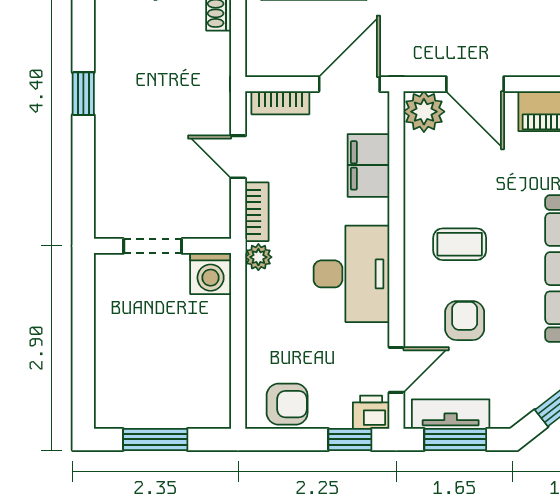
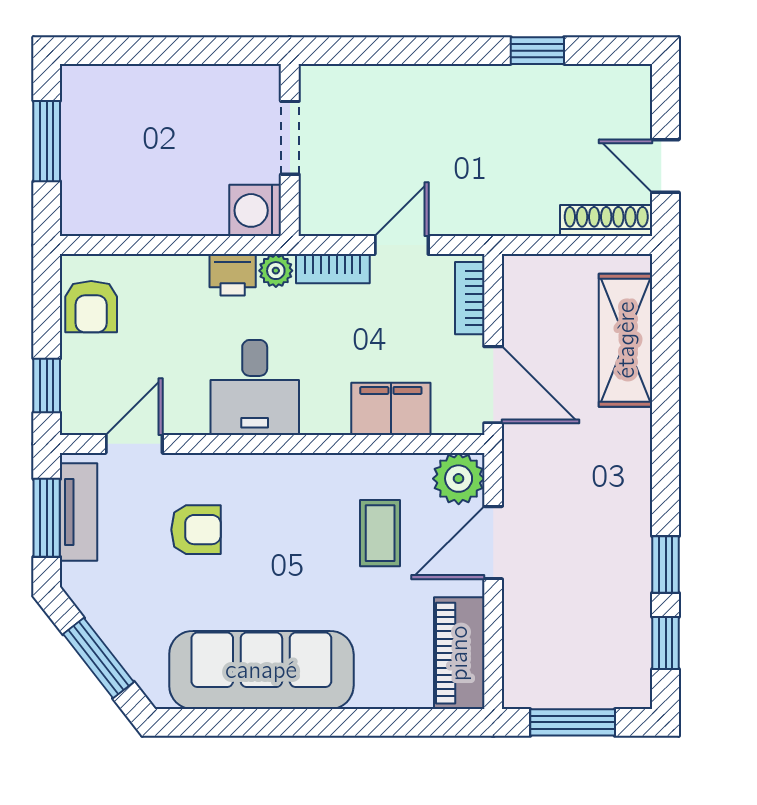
window: (83, 94) -> (537, 51), moved
coffee table: (460, 244) -> (380, 533), moved
desk: (351, 274) -> (255, 387), width x0.73
door: (396, 370) -> (134, 444), swing flipped
printer: (371, 412) -> (233, 275), moved, turned 90

